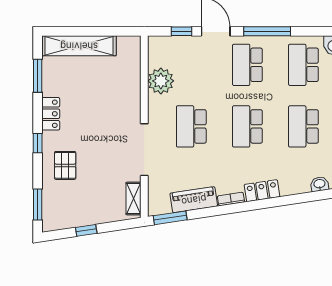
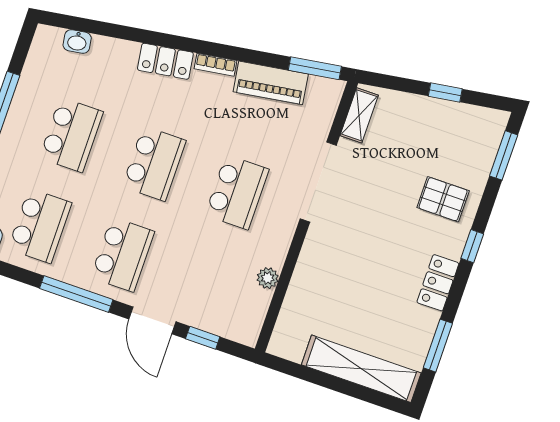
plant: (161, 81) -> (268, 278), width x0.53, depth x0.53
pallet: (65, 165) -> (443, 199), turned 90

